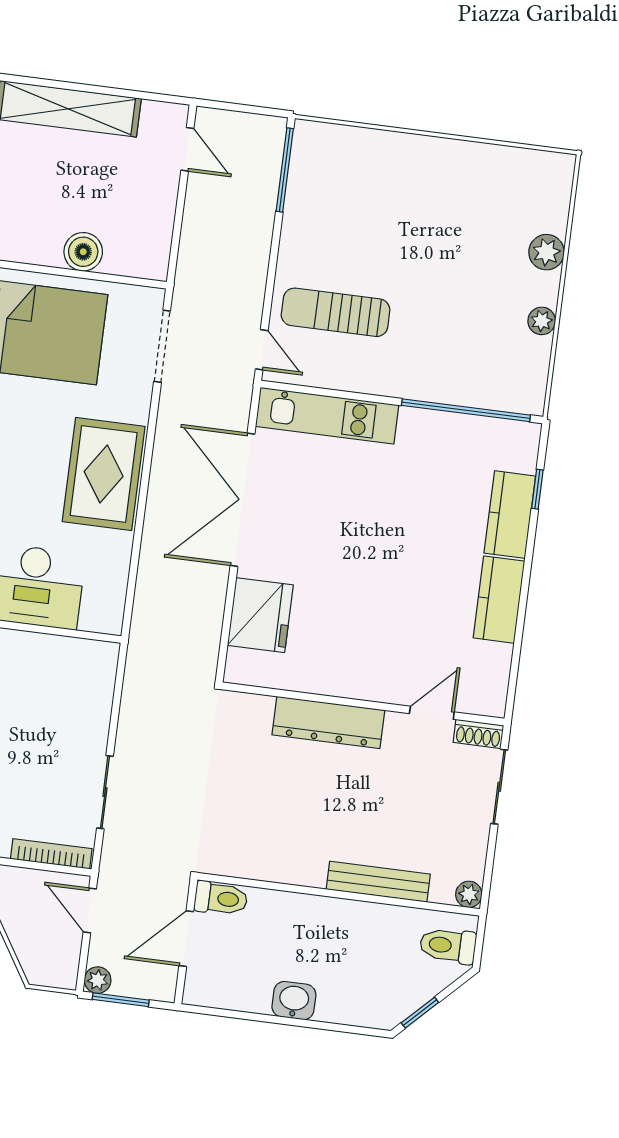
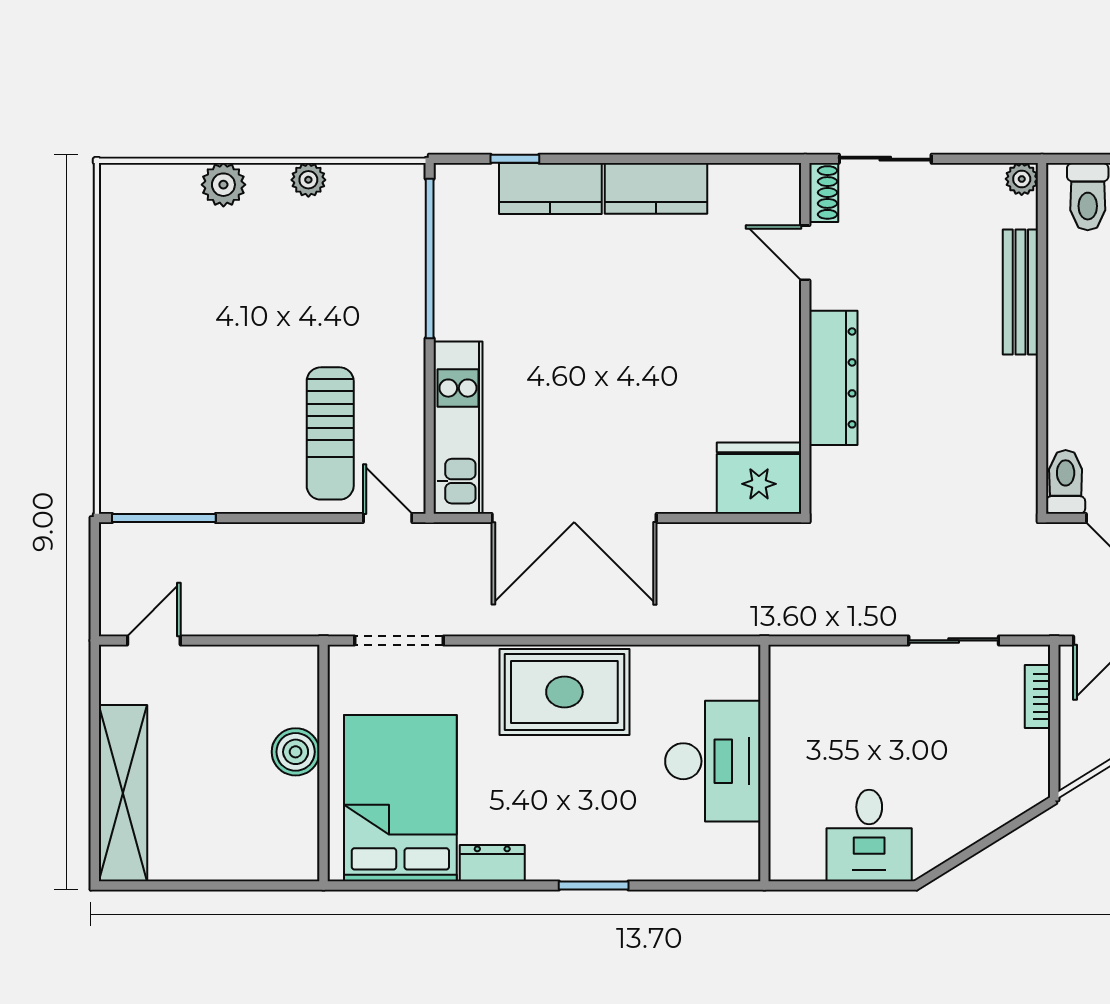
door: (262, 350) -> (388, 518), hinge flipped
fridge: (260, 615) -> (759, 478), moved
bookcase: (51, 854) -> (1038, 697), width x0.64

